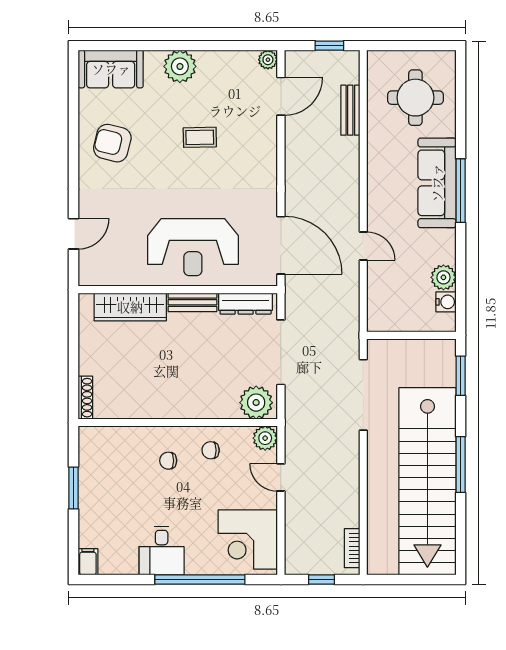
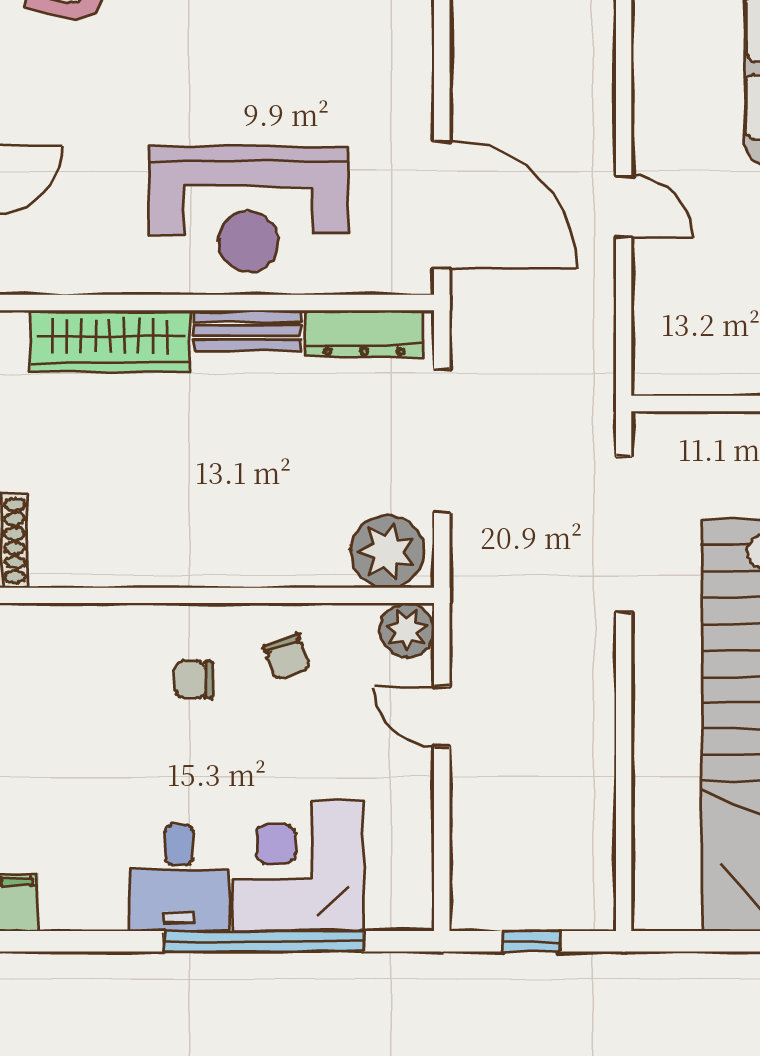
chair: (211, 450) -> (287, 657), turned -111
corner desk: (248, 539) -> (298, 866), moved, turned 90
bookcase: (352, 548) -> (599, 872), removed

